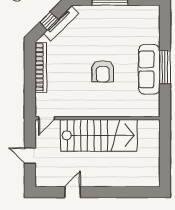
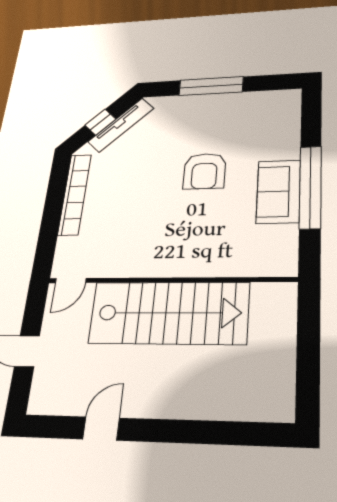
window: (165, 67) -> (310, 187), width x1.46
sofa: (149, 69) -> (279, 191), width x0.73
armchair: (103, 71) -> (204, 171), moved

